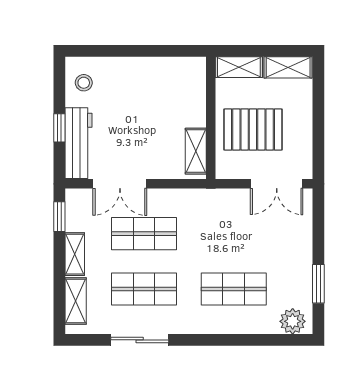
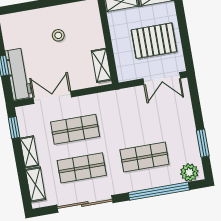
stool: (84, 83) -> (58, 35), moved
pallet: (253, 129) -> (154, 41), moved
double door: (120, 184) -> (52, 97), swing flipped
sliding door: (140, 340) -> (85, 204), width x1.37
window: (246, 340) -> (159, 191), added

